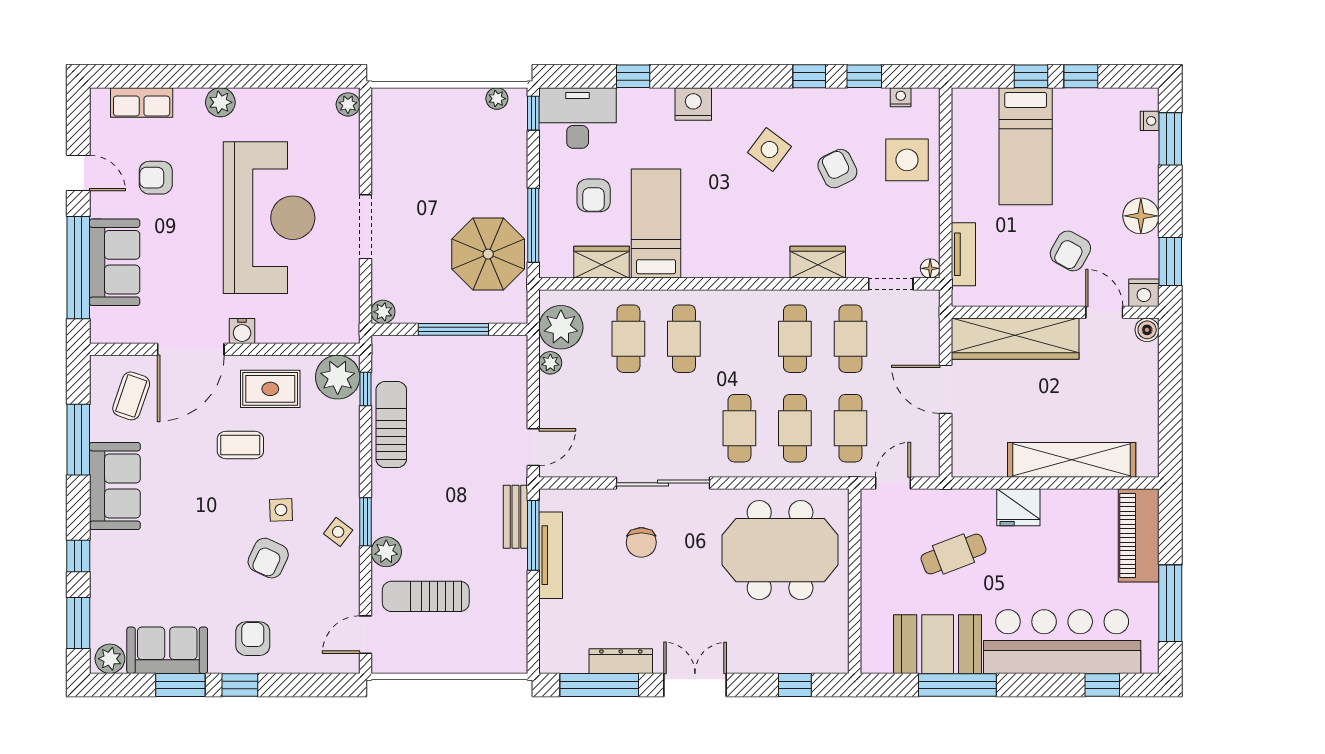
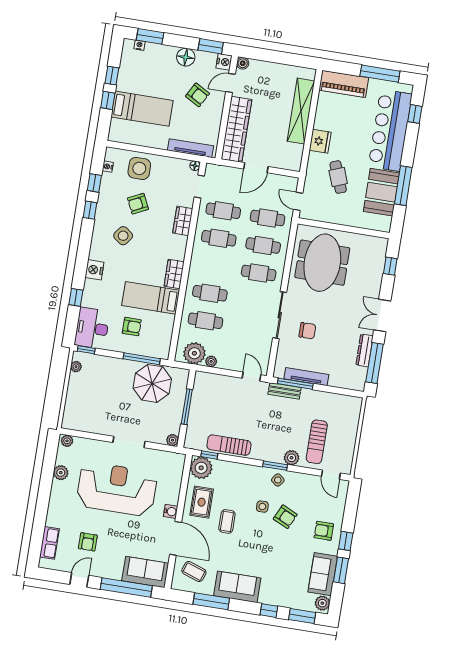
plant: (220, 102) -> (61, 473), moved
tv unit: (963, 254) -> (191, 148), width x1.41
sofa: (115, 262) -> (145, 572), moved
wardrobe: (602, 262) -> (174, 274), moved

